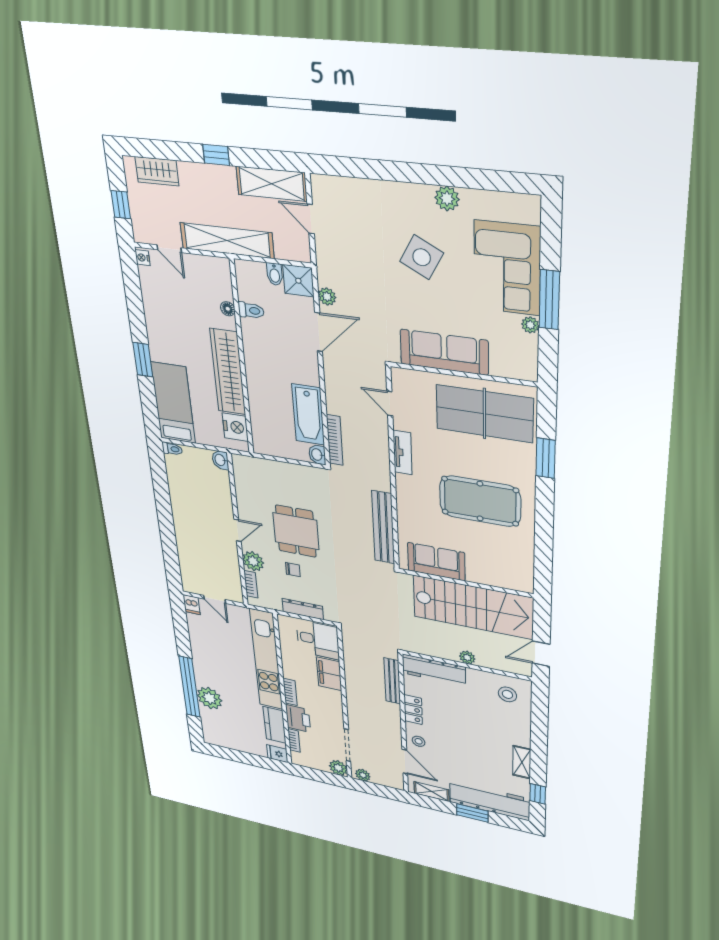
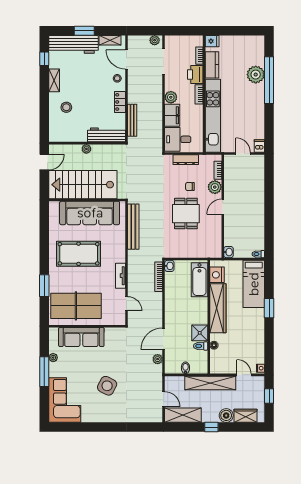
boiler: (192, 175) -> (226, 415), added
plant: (447, 198) -> (94, 416), removed
corner sofa: (507, 268) -> (65, 400), moved
shower: (298, 281) -> (200, 333), moved
sofa: (444, 352) -> (81, 337), moved
bathtub: (308, 414) -> (199, 280), moved, turned 180
sofa: (436, 562) -> (90, 213), width x1.85, depth x1.27
stool: (507, 694) -> (66, 107), moved
plant: (338, 768) -> (171, 97), moved

